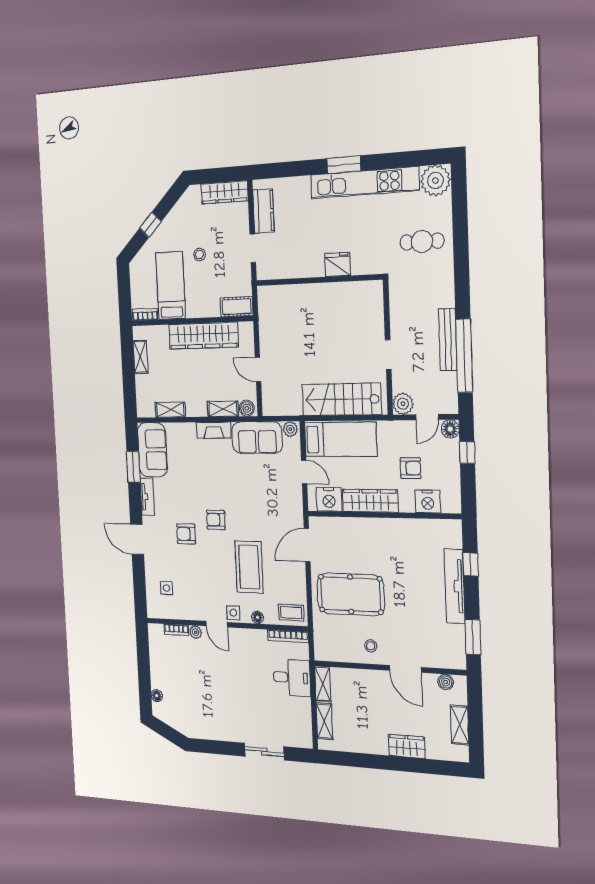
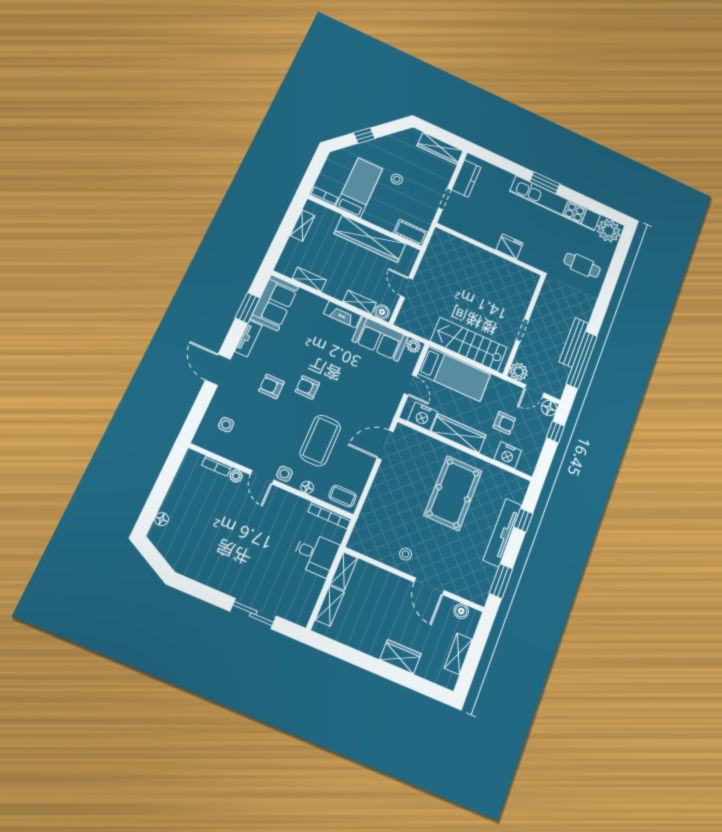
pool table: (351, 594) -> (453, 493), moved, turned 90

